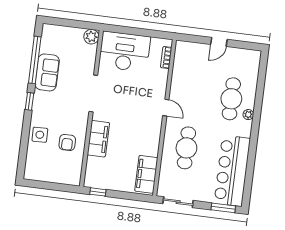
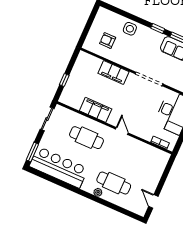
door: (219, 42) -> (153, 201), moved
door: (166, 108) -> (122, 131), swing flipped
armchair: (67, 142) -> (108, 40), moved
filing cabinet: (146, 174) -> (96, 110), moved
window: (98, 192) -> (64, 80), moved

